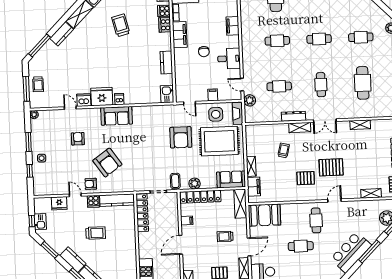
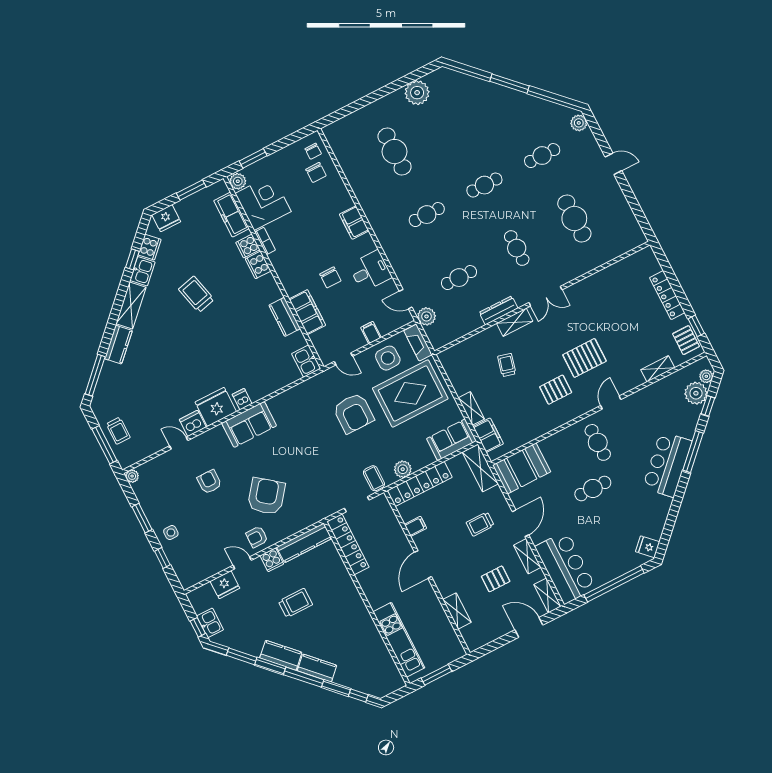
filing cabinet: (180, 35) -> (307, 312), moved
shelving: (360, 125) -> (598, 279), removed
armchair: (107, 163) -> (266, 496), turned -107

